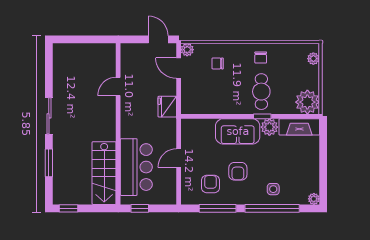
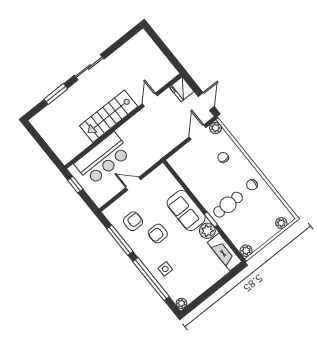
door: (118, 86) -> (150, 100), hinge flipped
plant: (307, 102) -> (246, 251), width x0.53, depth x0.53
fridge: (167, 107) -> (182, 89), moved, turned -90
stairs: (104, 173) -> (109, 116), moved
window: (68, 208) -> (35, 134), removed

